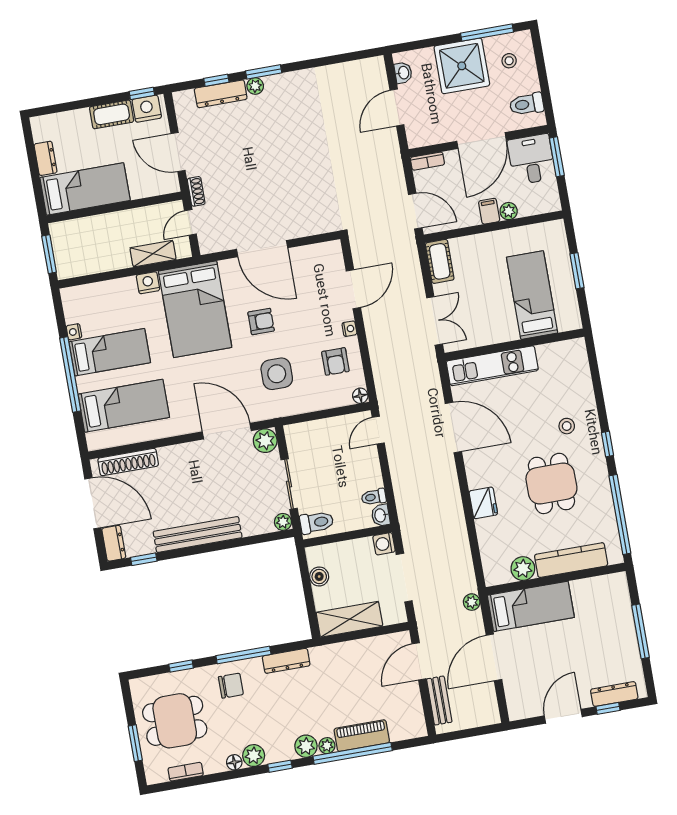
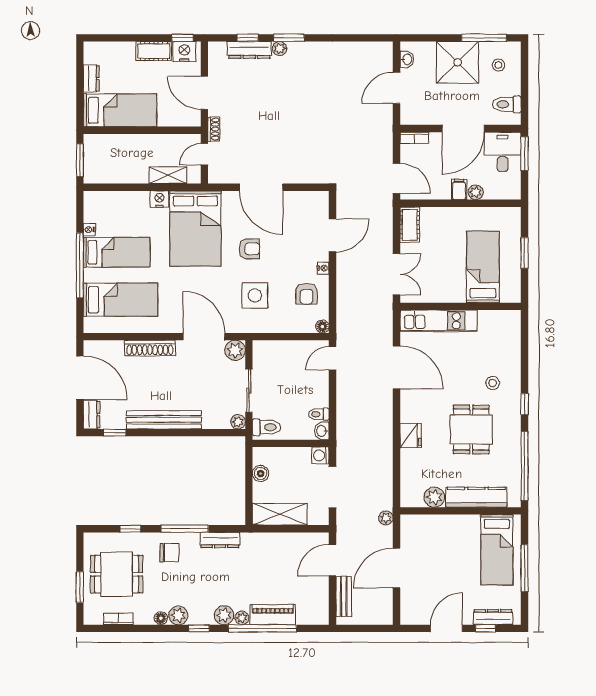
shoe rack: (128, 462) -> (150, 348), moved
bed: (531, 606) -> (497, 550), moved, turned 90

